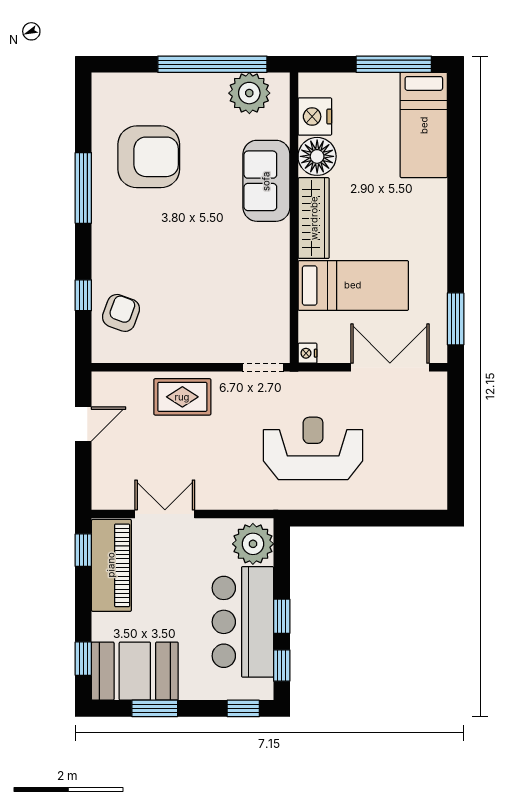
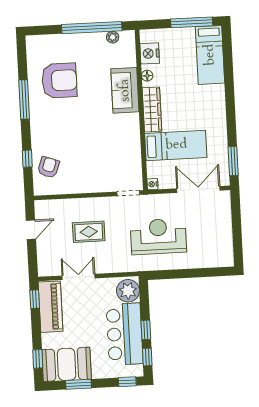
plant: (249, 93) -> (113, 37), width x0.53, depth x0.53
floor lamp: (317, 156) -> (147, 76), width x0.53, depth x0.53
rug: (182, 397) -> (89, 232), moved

